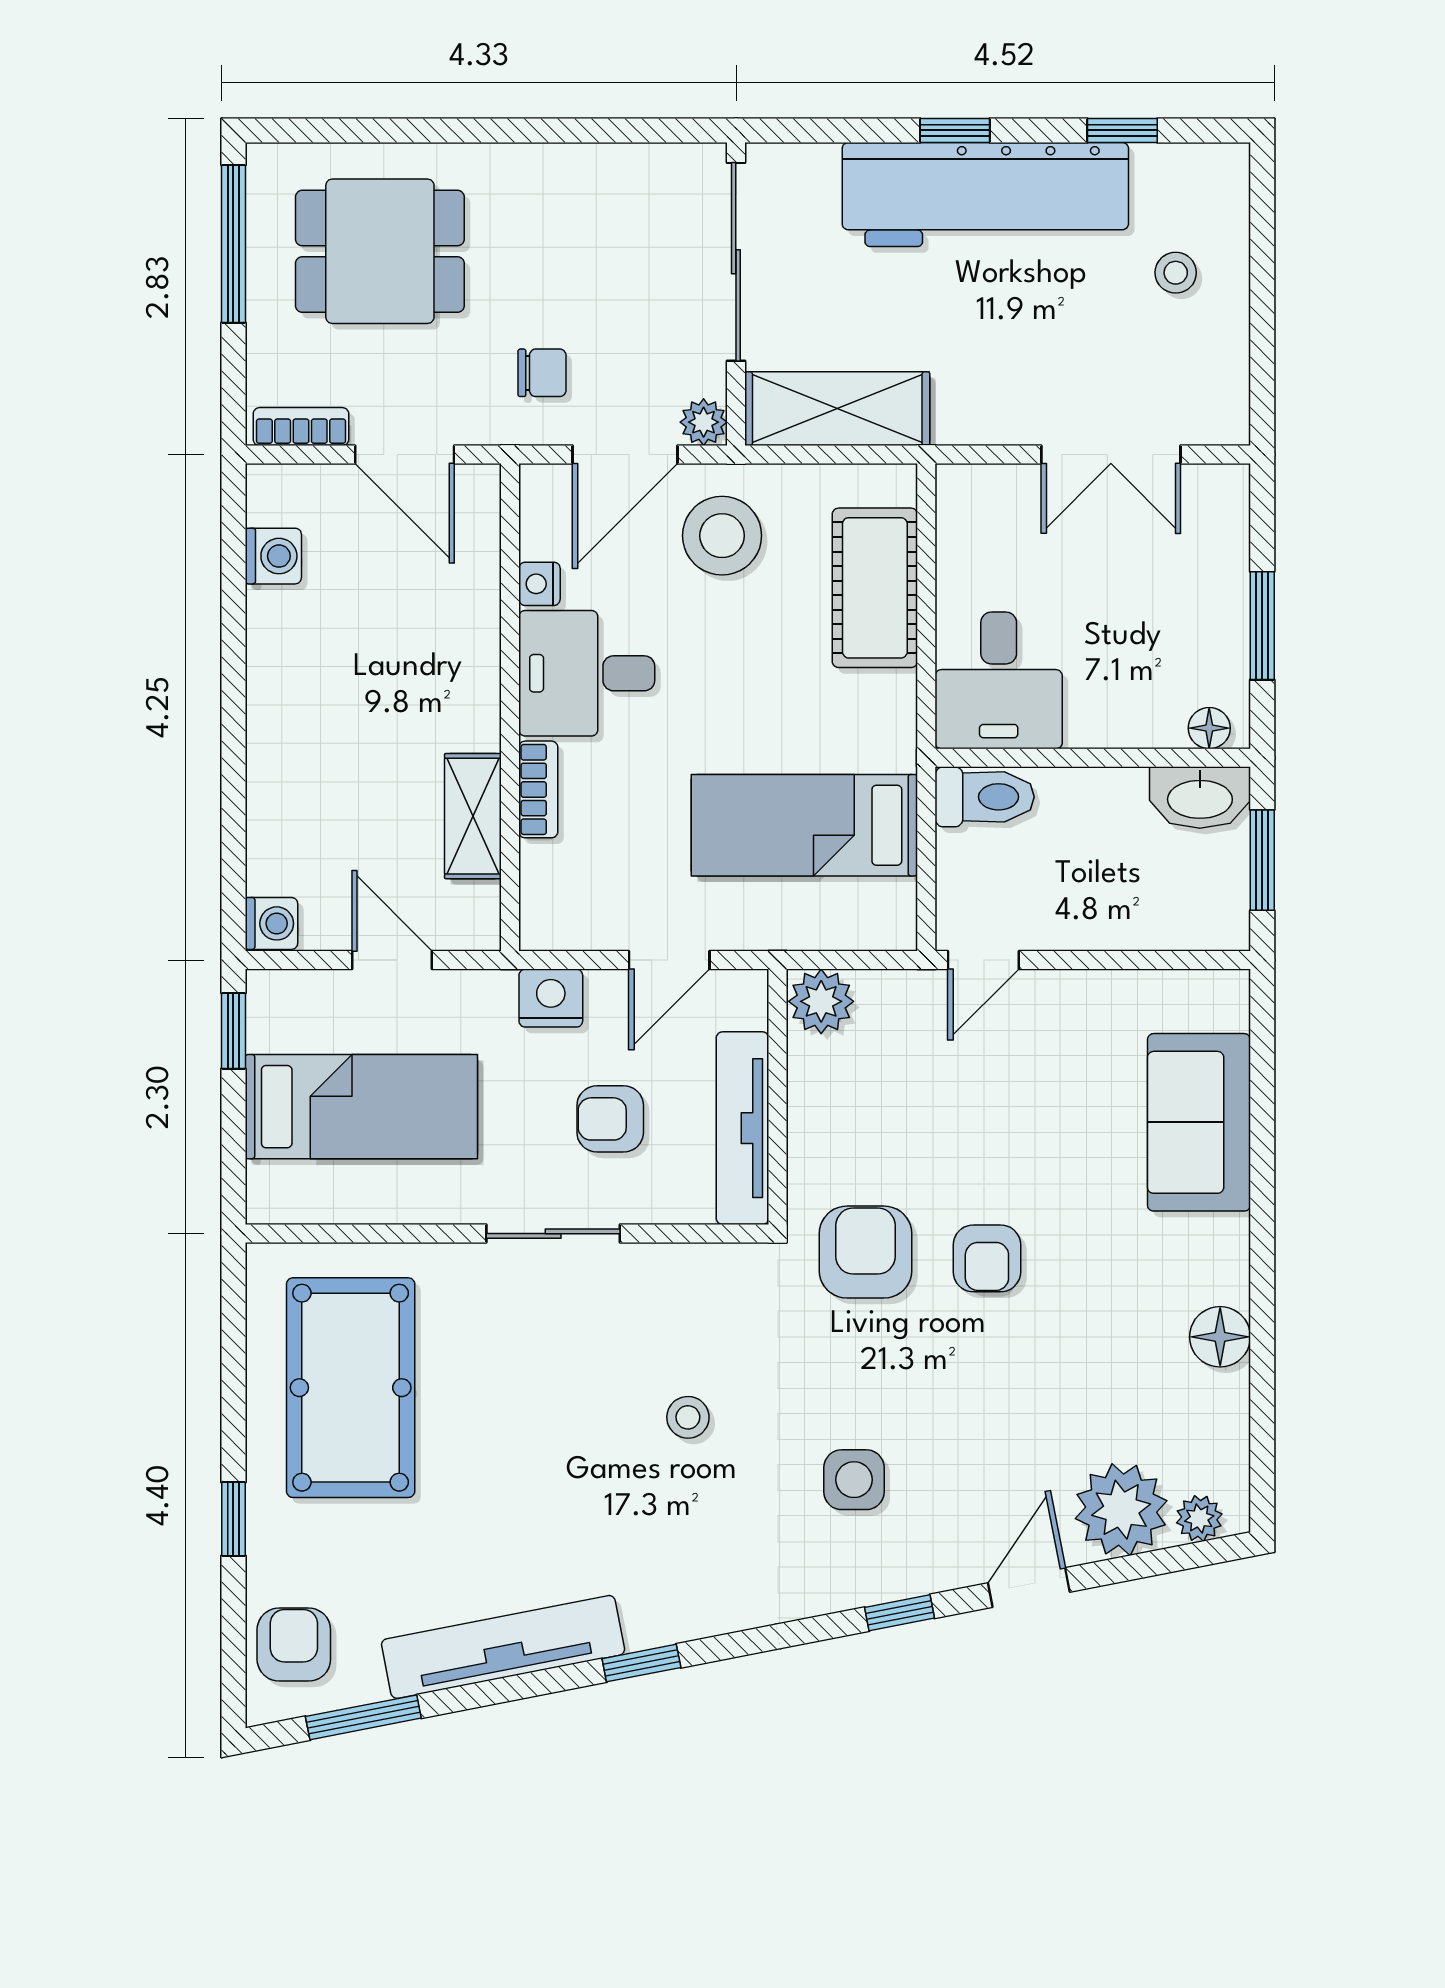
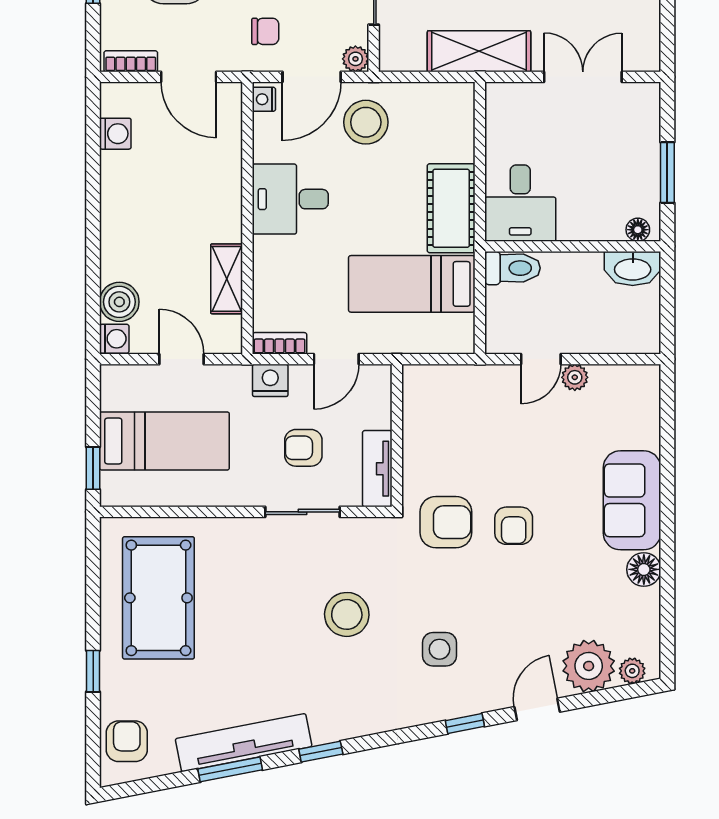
shelving: (837, 409) -> (479, 51), moved
double door: (1111, 455) -> (583, 77), swing flipped
nightstand: (539, 584) -> (264, 99), moved
cot: (875, 588) -> (451, 208), moved
bookcase: (538, 789) -> (279, 343), moved, turned -90
boiler: (281, 857) -> (119, 302), added
window: (1262, 860) -> (667, 303), removed
door: (983, 960) -> (541, 359), moved
plant: (821, 1001) -> (575, 377), moved, width x0.73, depth x0.73
window: (233, 1031) -> (93, 468), moved
sofa: (1199, 1122) -> (632, 500), moved
tv unit: (743, 1128) -> (377, 469), width x0.71
sliding door: (553, 1234) -> (302, 512), moved
armchair: (865, 1252) -> (446, 522), turned 90
stool: (688, 1417) -> (347, 614), width x1.89, depth x1.89
window: (363, 1717) -> (230, 769), moved

